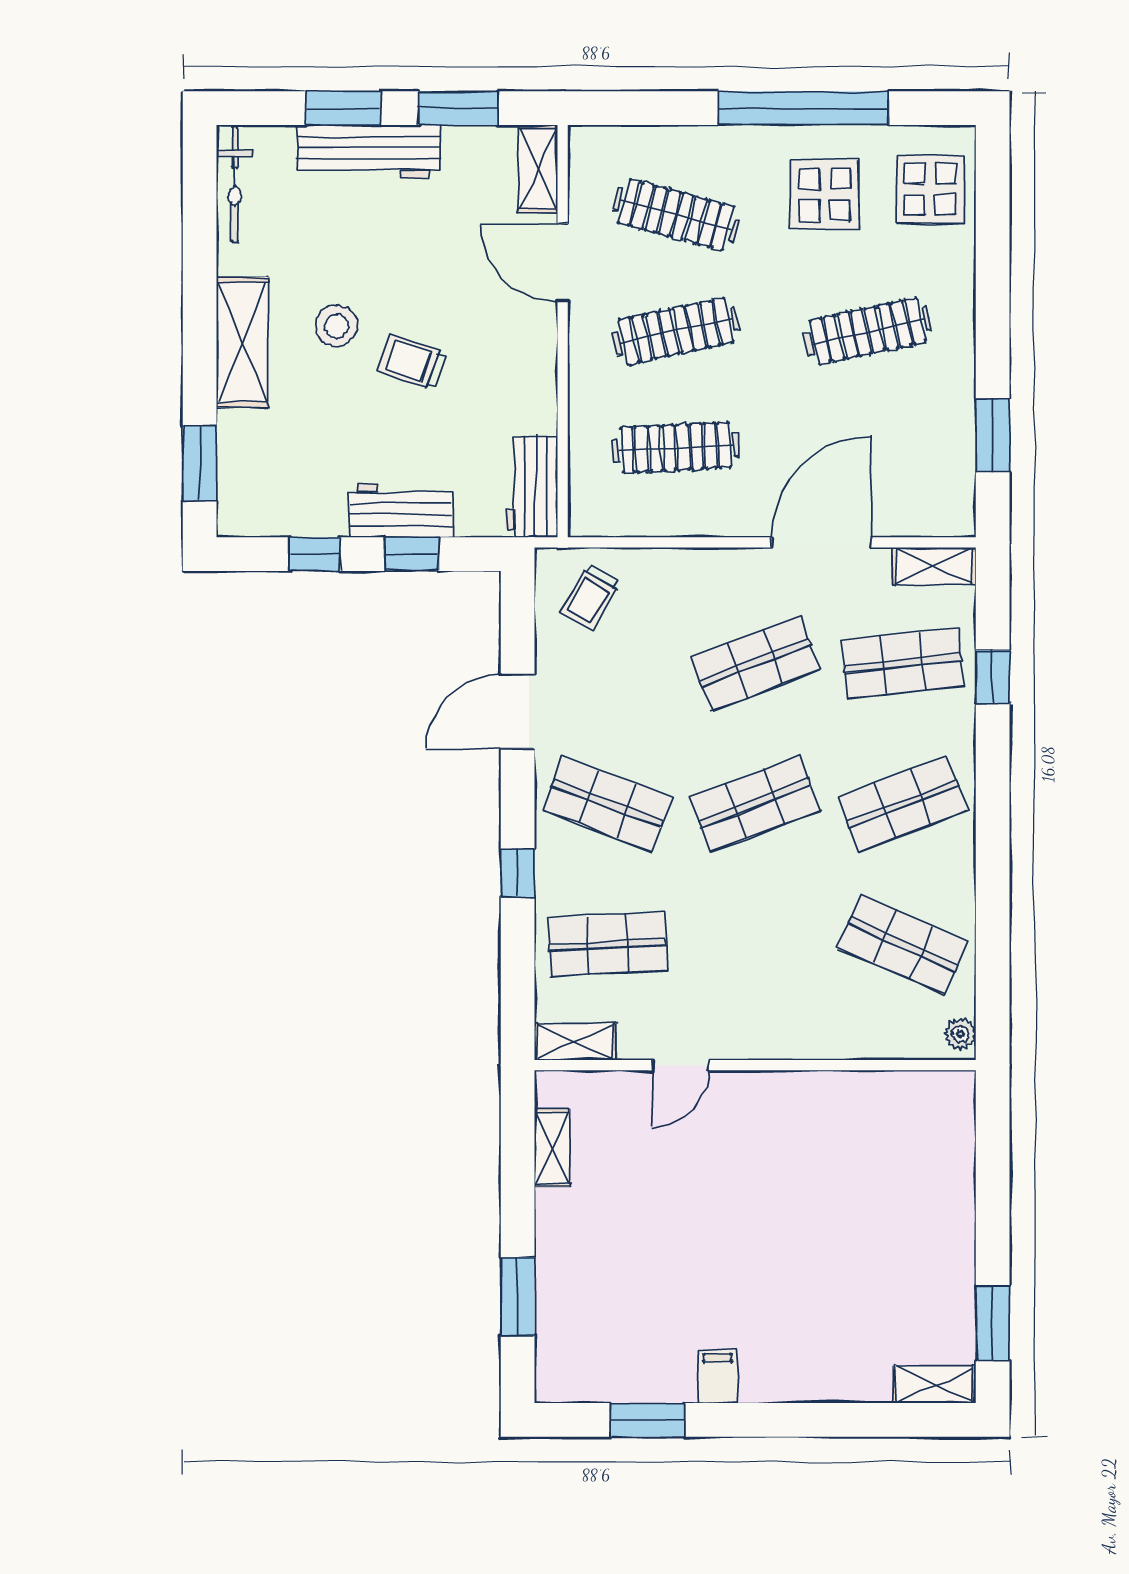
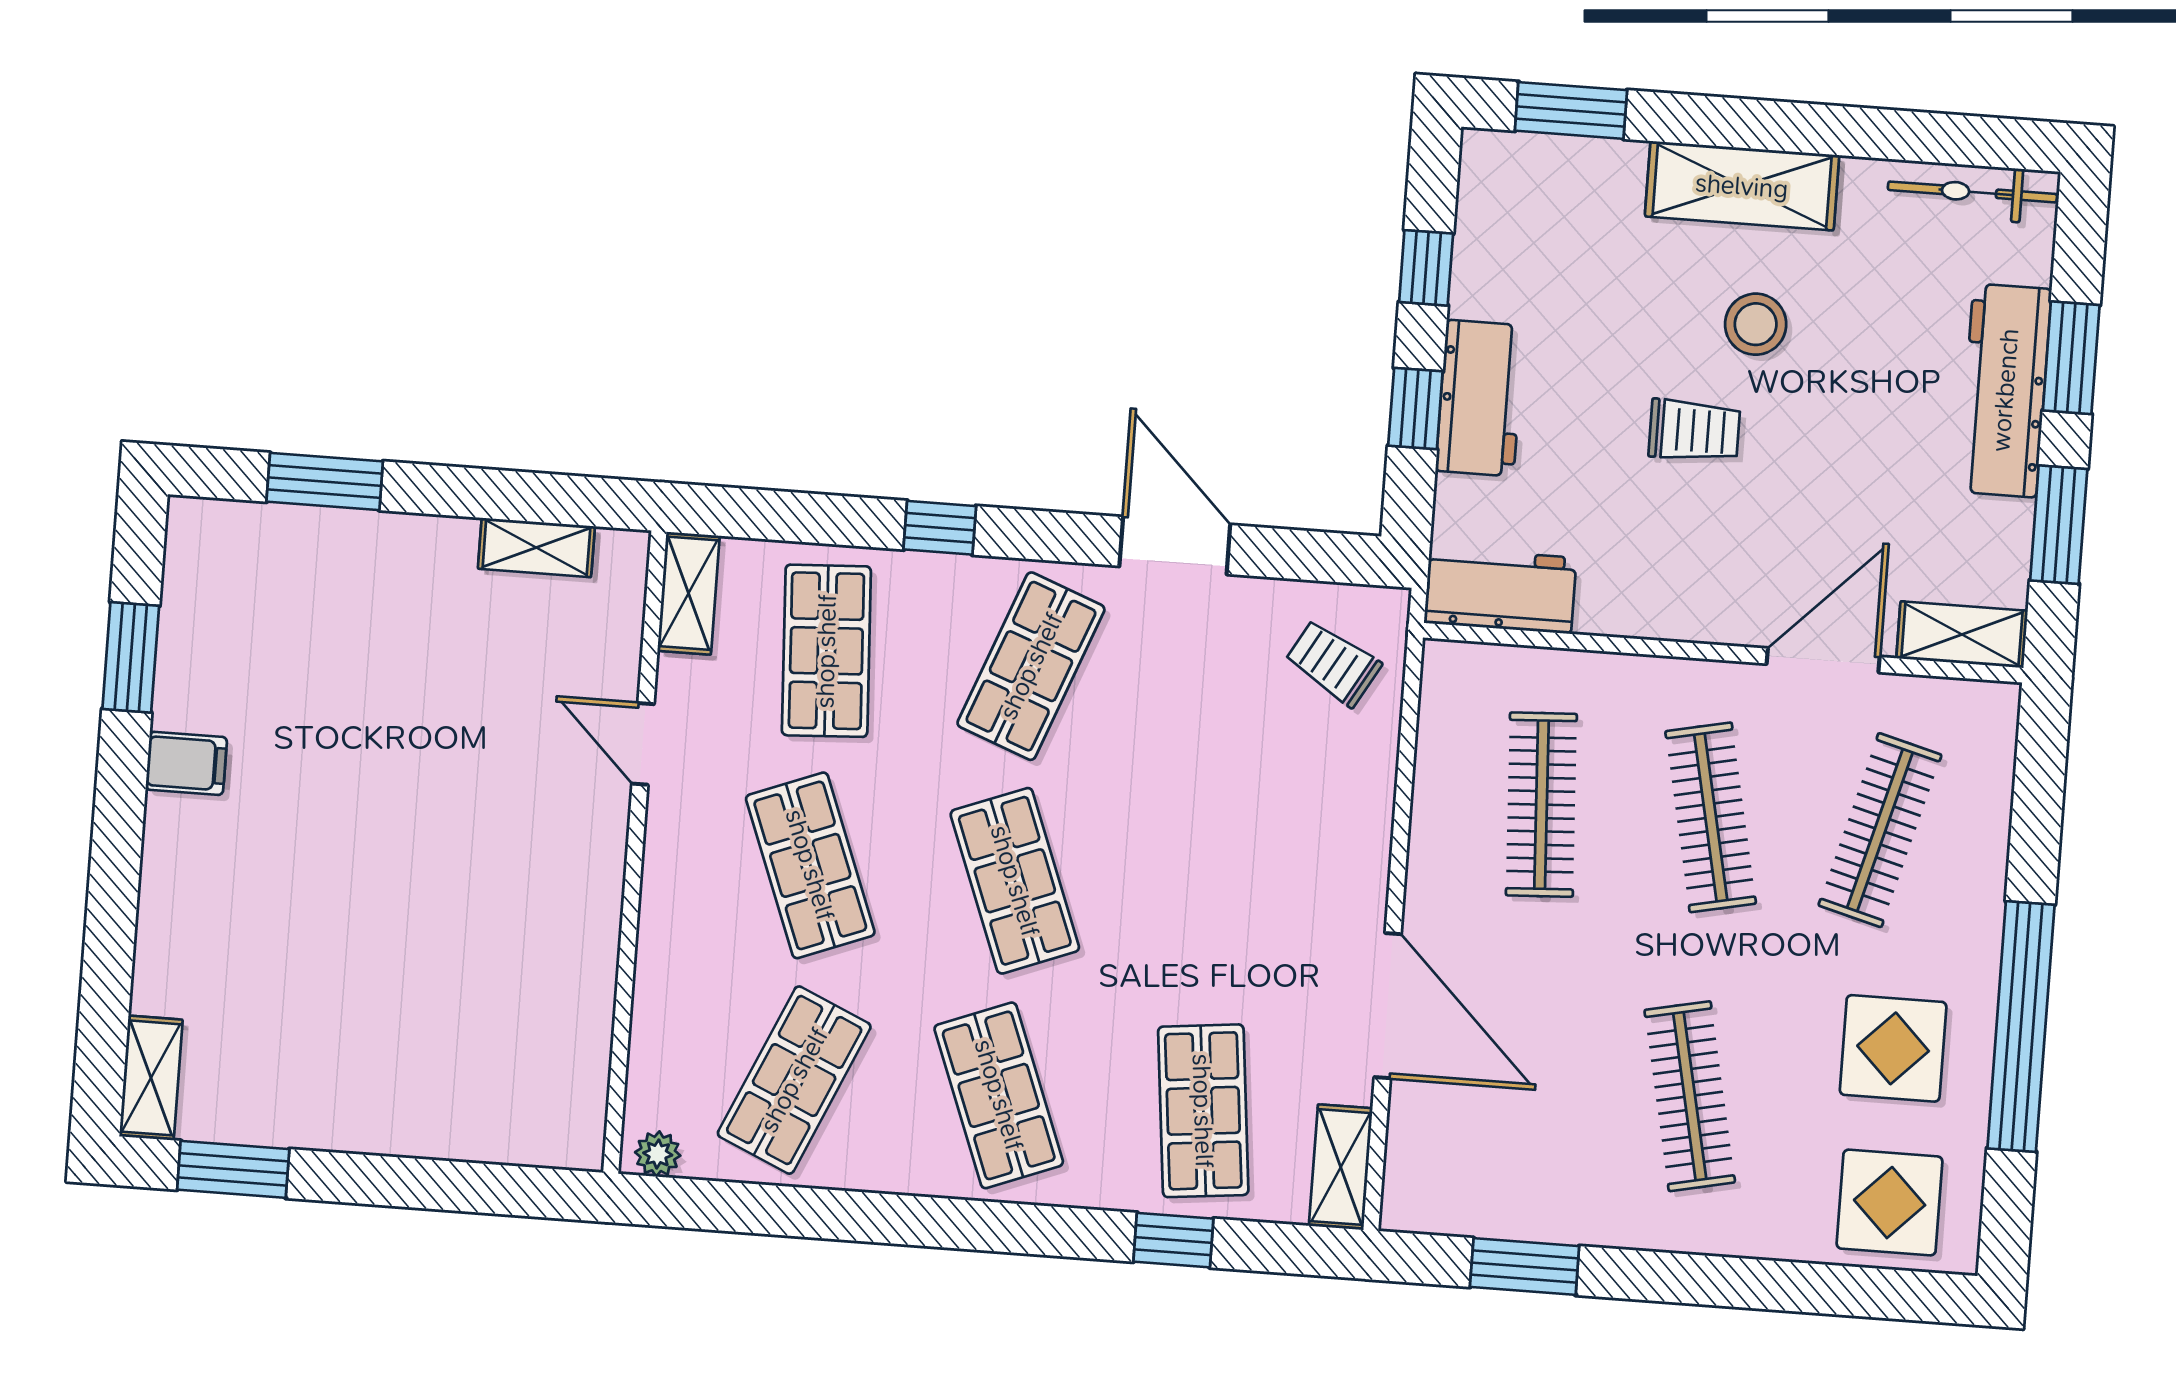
trolley: (412, 362) -> (1694, 431), turned 71
shop shelf: (755, 663) -> (810, 865), moved

